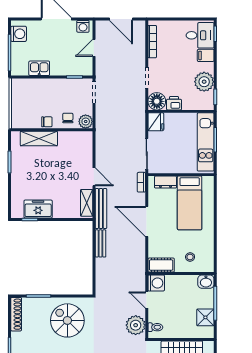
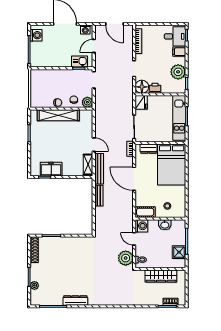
kitchen sink: (39, 68) -> (79, 62), moved
shelving: (39, 139) -> (58, 115), width x1.47
bed: (190, 203) -> (172, 165), width x1.50
washbasin: (206, 282) -> (165, 225), moved
spiral stairs: (67, 320) -> (73, 254), removed

